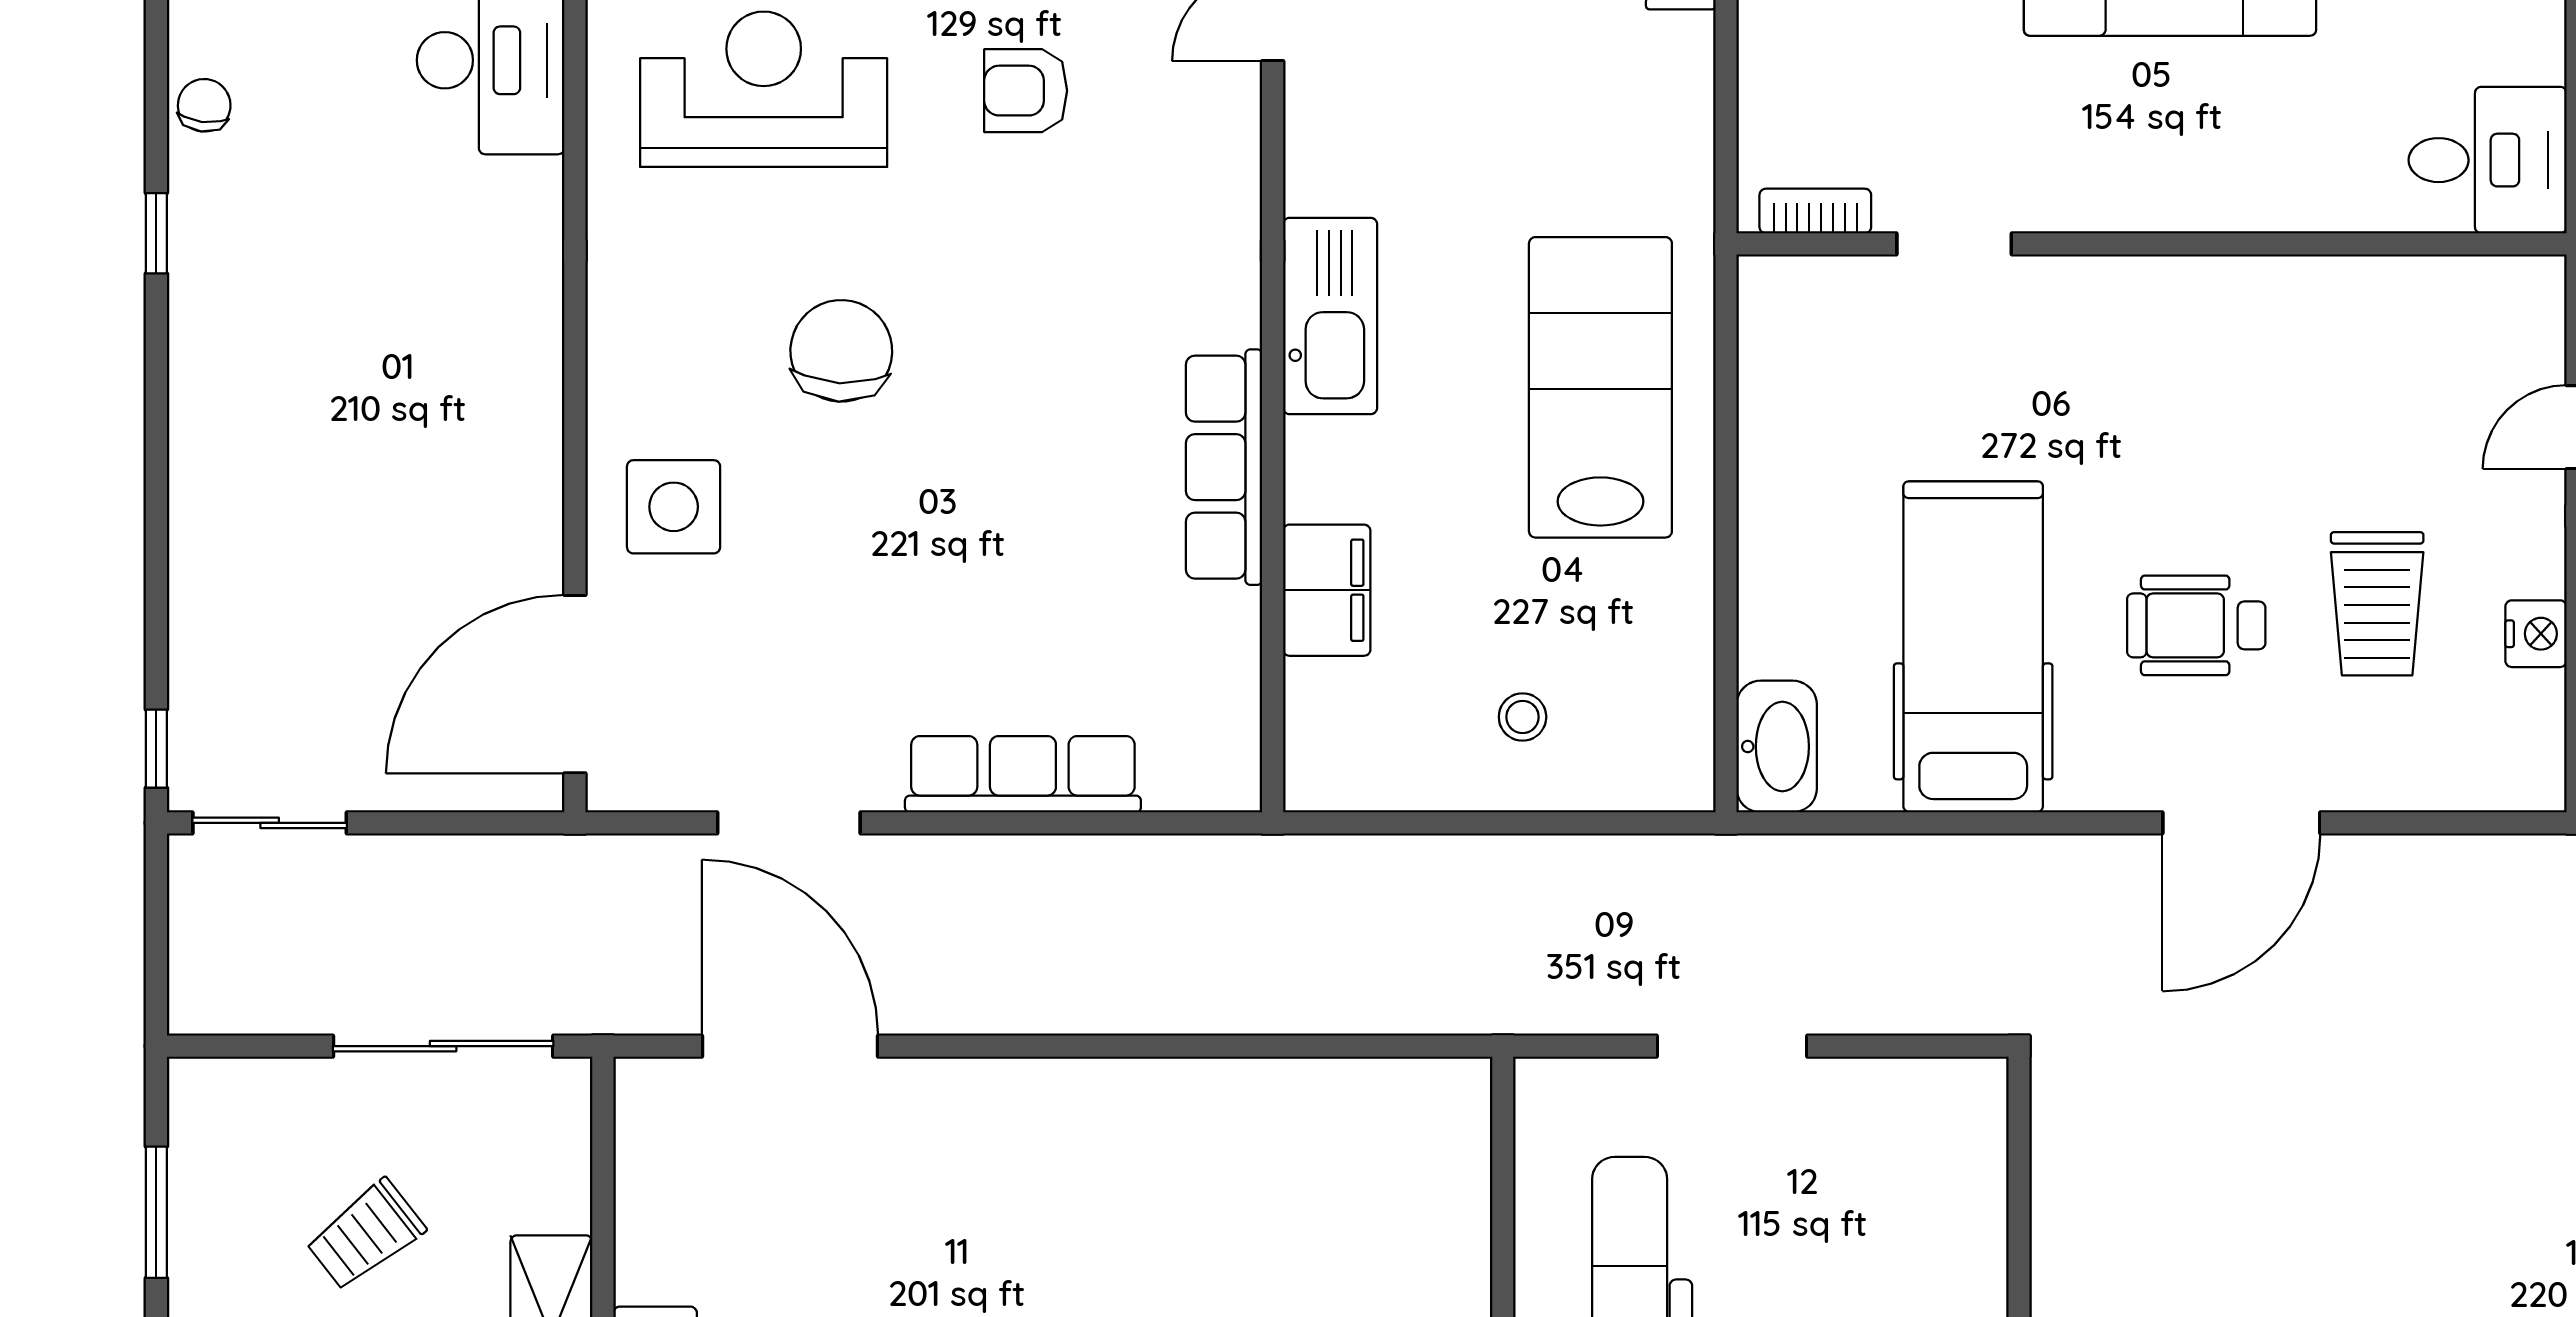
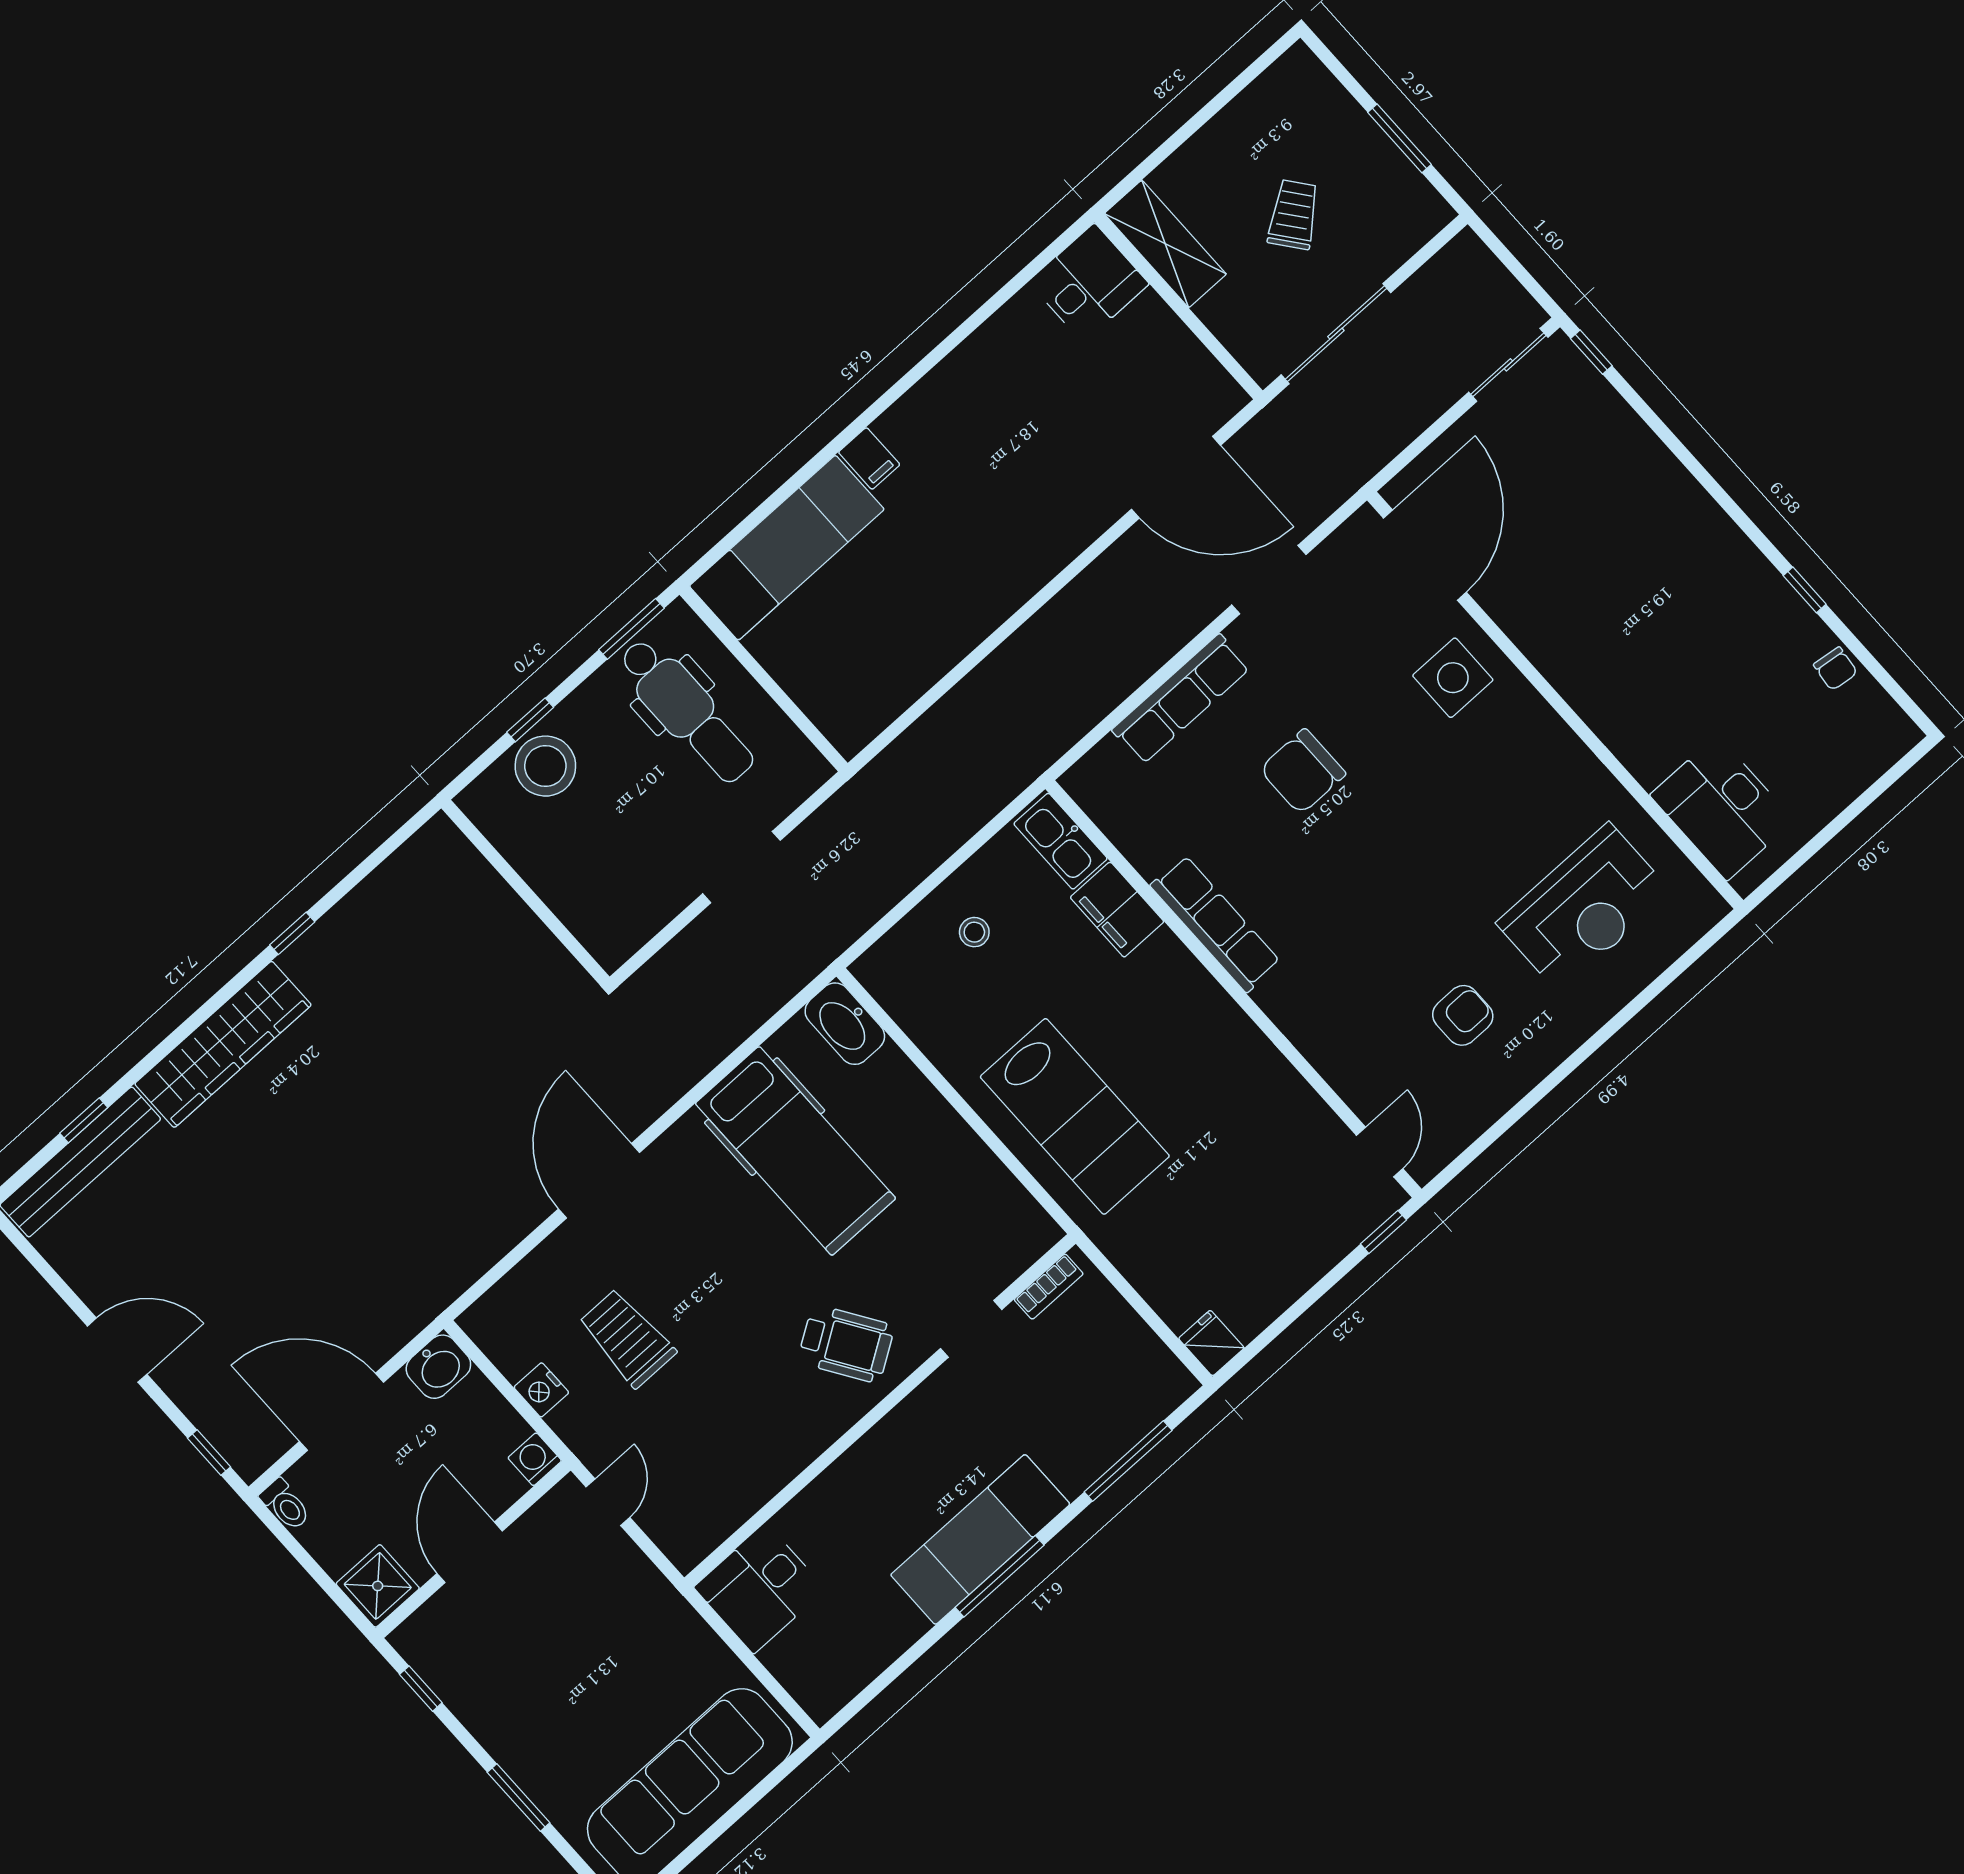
kitchen sink: (1330, 316) -> (1061, 841), moved, width x0.73, depth x0.81
chair: (841, 351) -> (1303, 771), moved, turned 87
wheelchair: (2196, 625) -> (846, 1344), moved, turned 57

